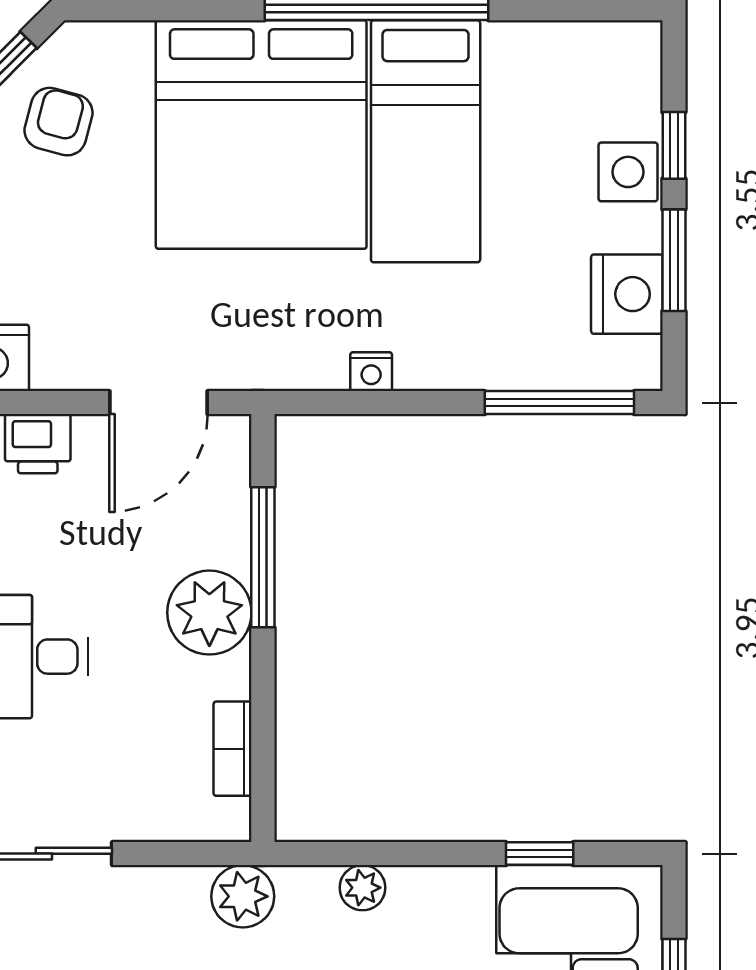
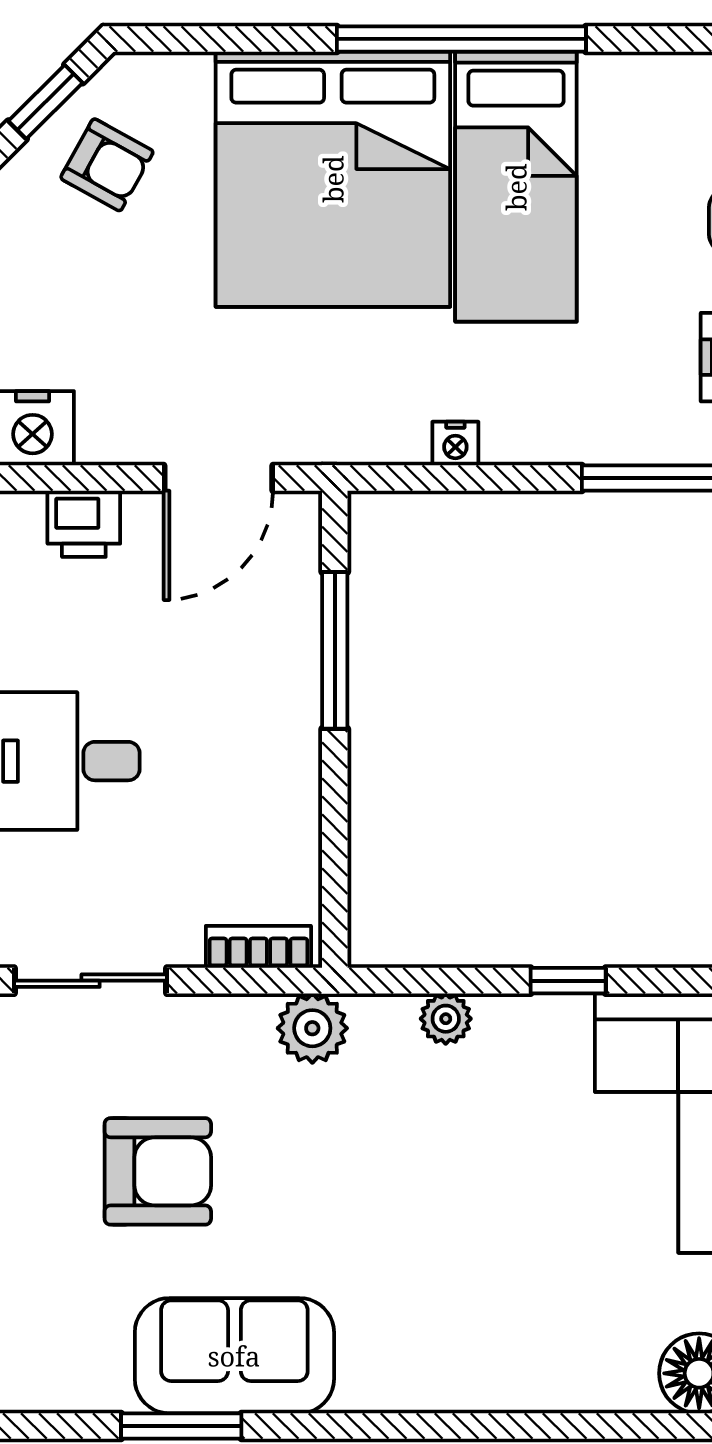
armchair: (58, 122) -> (107, 165), turned 104
plant: (209, 613) -> (275, 712), removed
bookcase: (233, 749) -> (258, 947), moved, turned 90
window: (540, 854) -> (568, 981), moved

